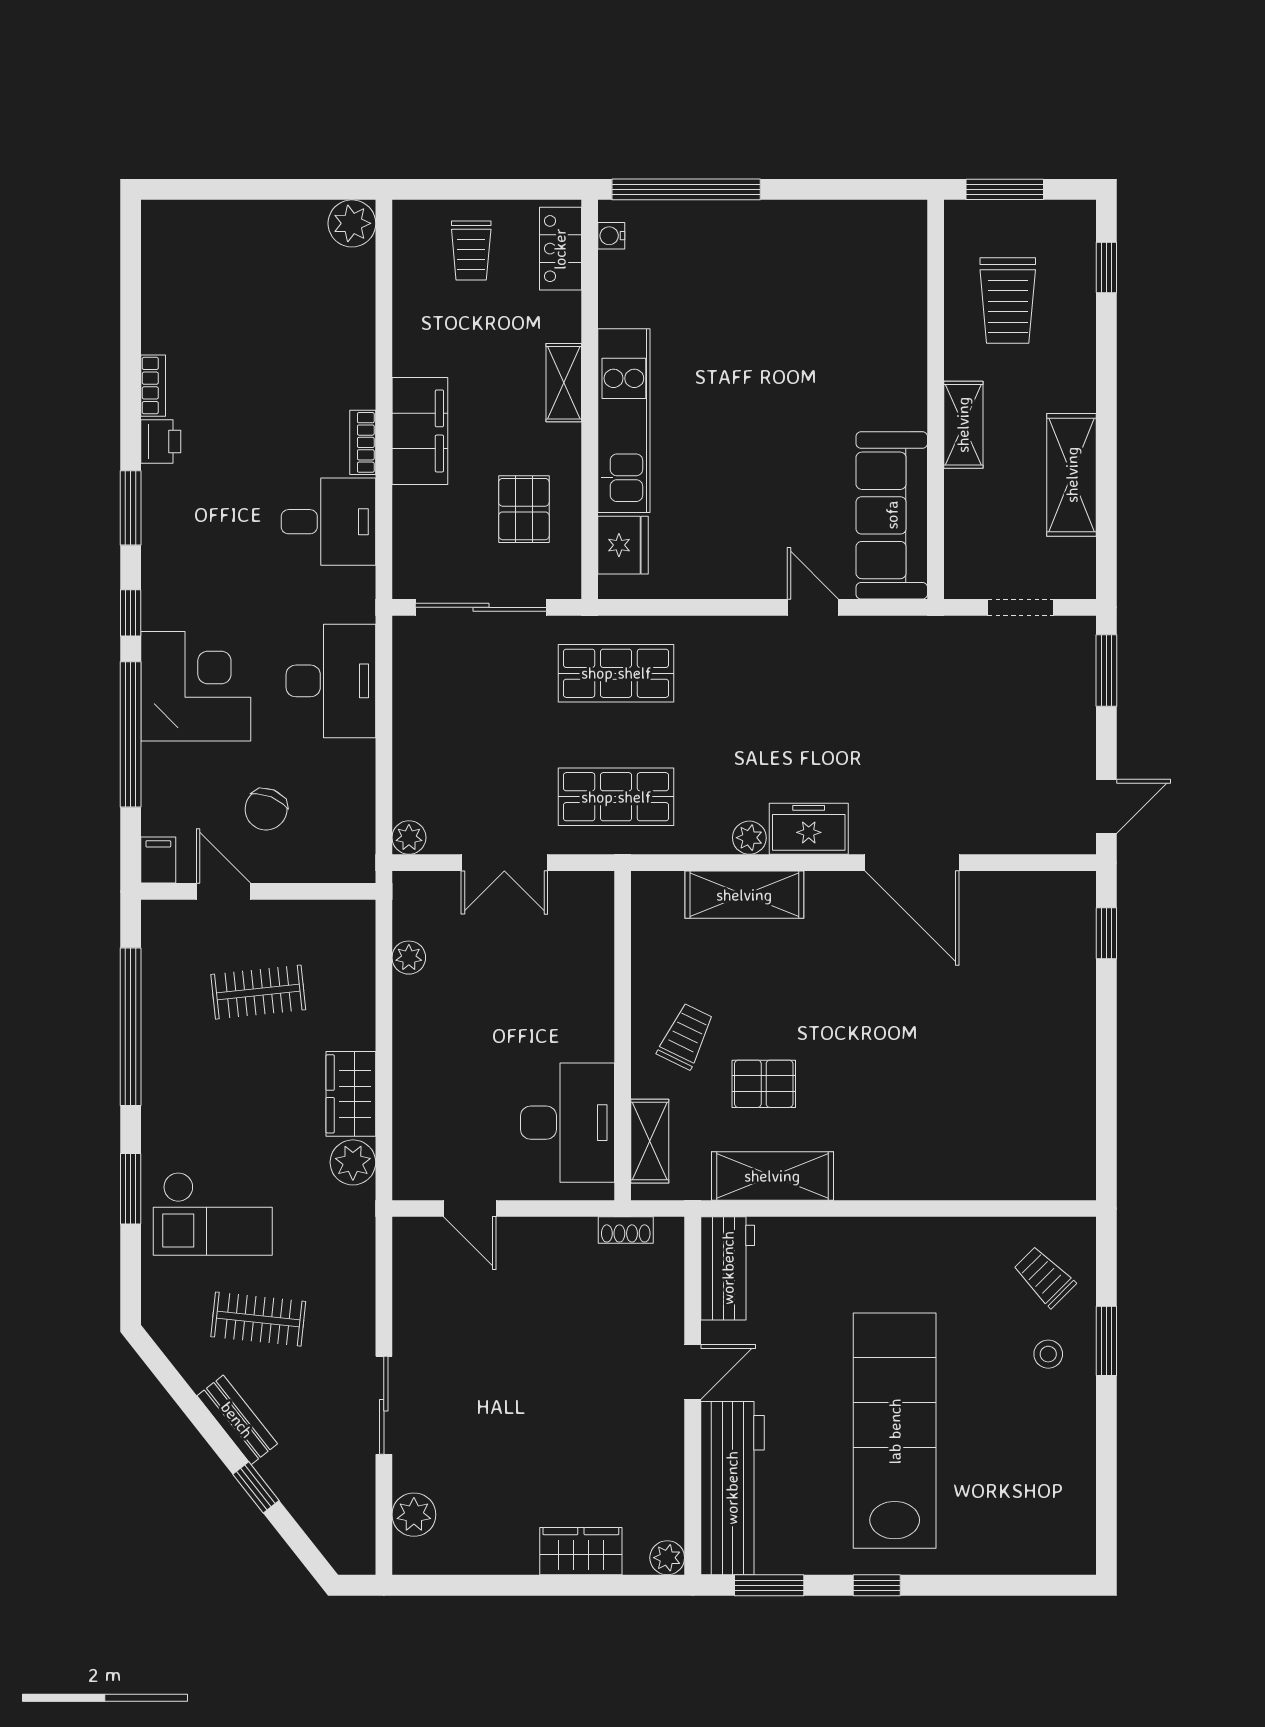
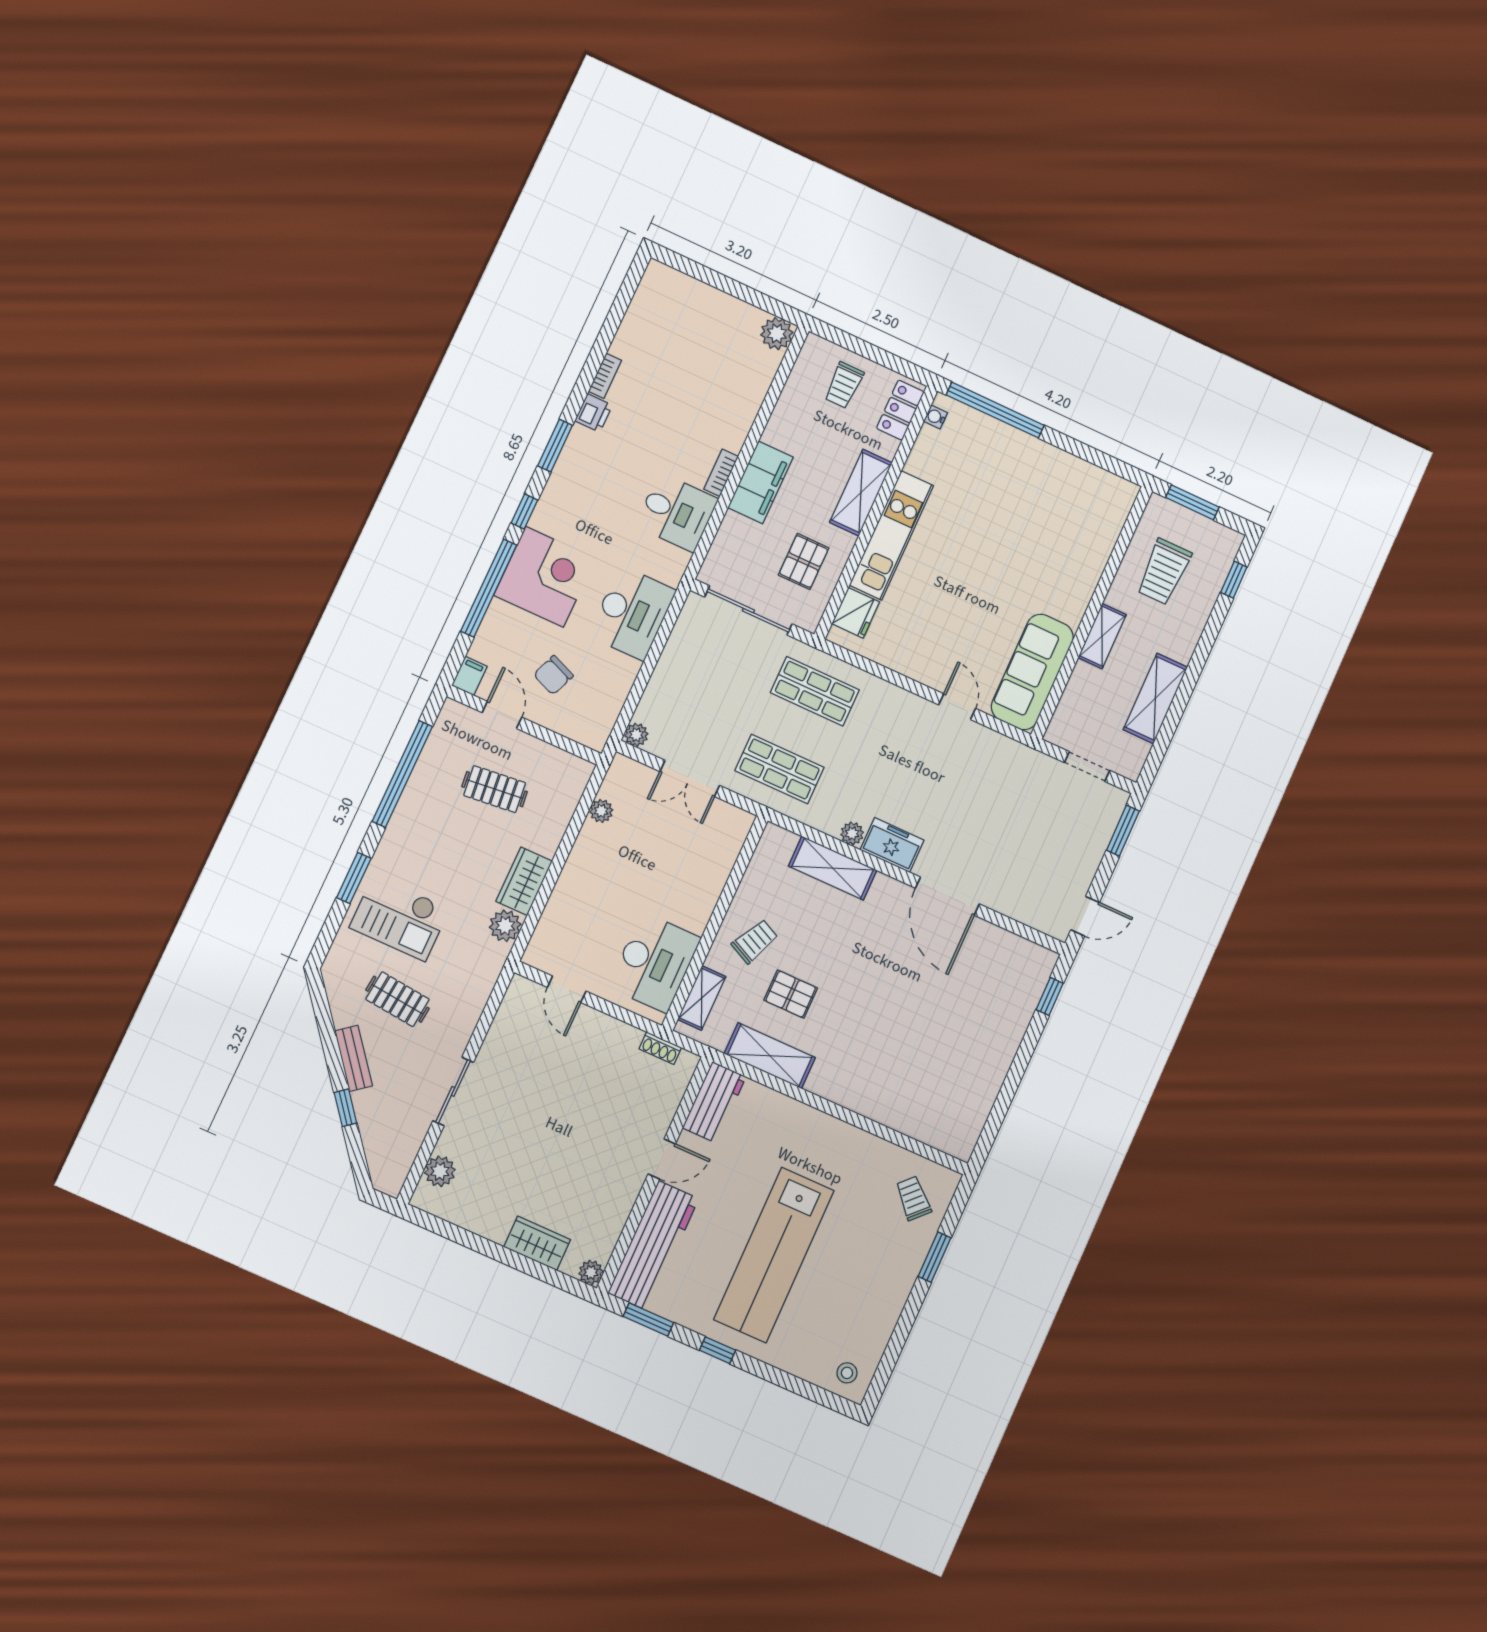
shelving: (564, 383) -> (861, 493), width x1.50, depth x1.33
stool: (1048, 1354) -> (847, 1373), moved
lab bench: (895, 1431) -> (774, 1255), turned 180

